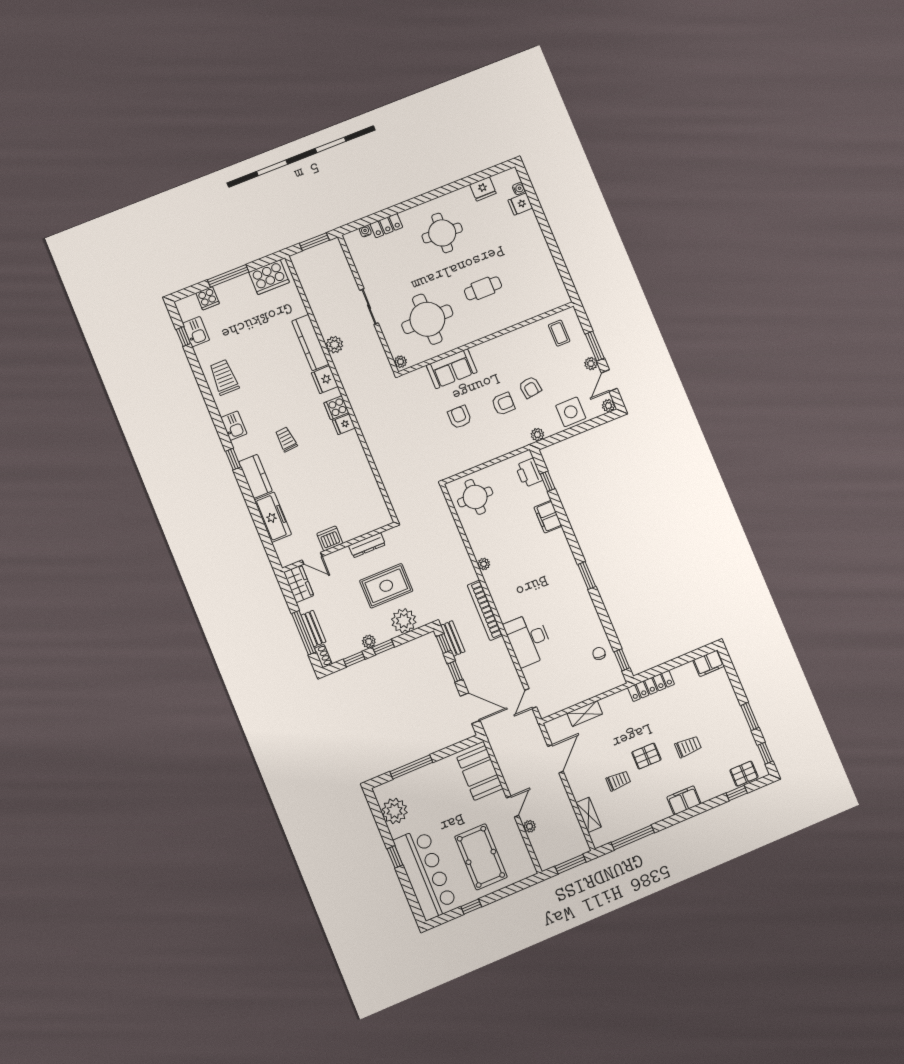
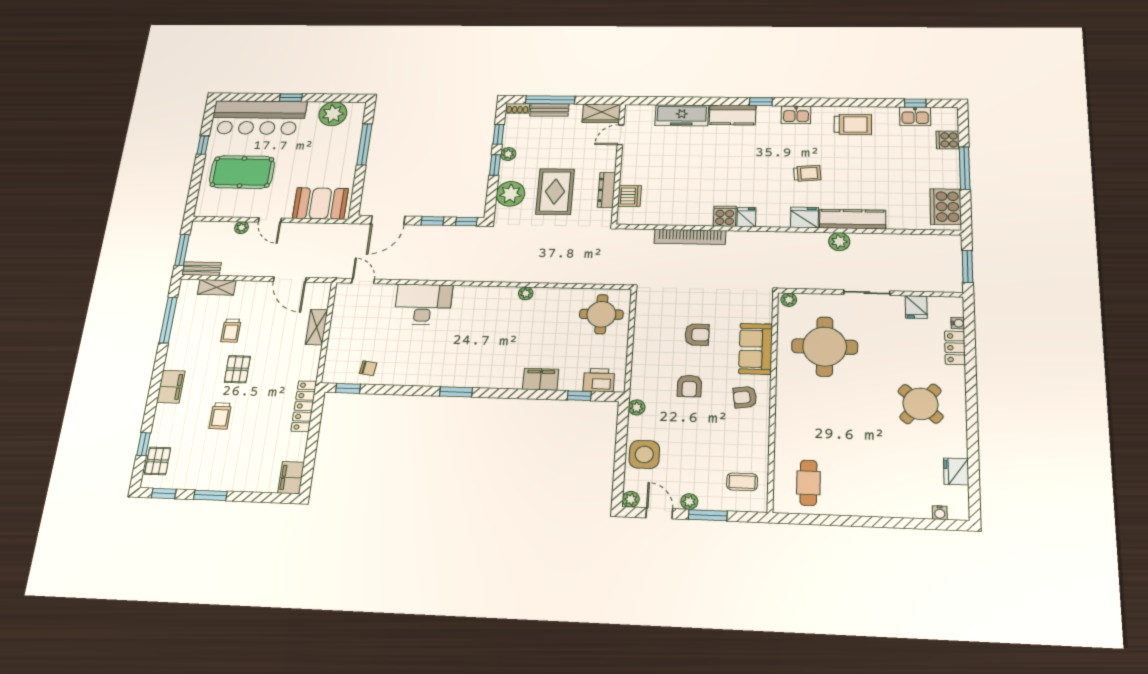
fridge: (520, 204) -> (916, 307), moved, turned 180
round table: (442, 233) -> (921, 404), turned 38
cafe table: (483, 288) -> (808, 483), moved
armchair: (530, 387) -> (745, 397), moved
cooker: (336, 408) -> (725, 216), moved
trolley: (286, 439) -> (807, 173), moved
dishwasher: (330, 539) -> (629, 196), moved
bookcase: (485, 610) -> (690, 237), moved, turned 180
bench: (453, 638) -> (201, 269), moved

